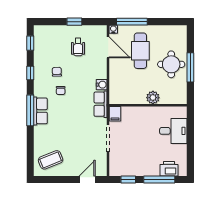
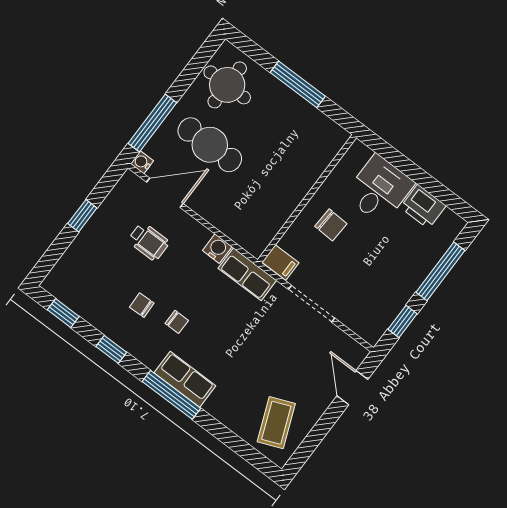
wheelchair: (78, 47) -> (149, 242), moved
round table: (171, 64) -> (227, 85), moved
plant: (153, 98) -> (300, 182), removed
chair: (145, 122) -> (331, 225), added
printer: (169, 169) -> (423, 207), moved, turned -90

